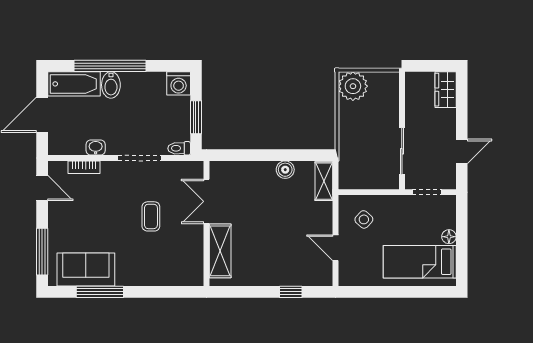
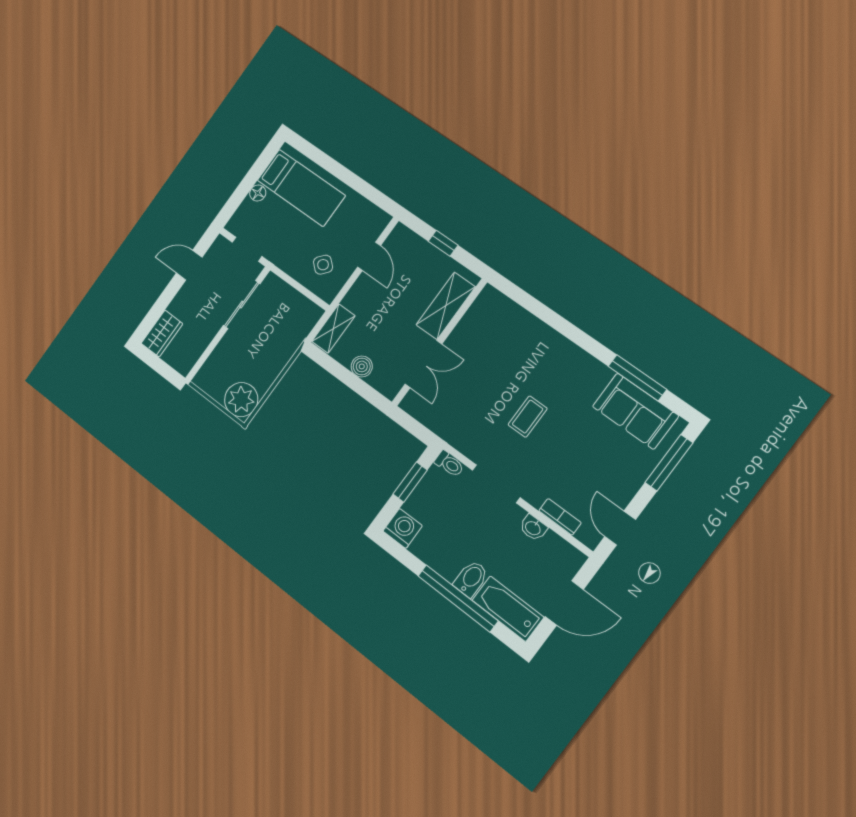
double door: (206, 201) -> (424, 364), moved
wall: (206, 223) -> (439, 342), moved
shelving: (220, 251) -> (446, 306), moved

